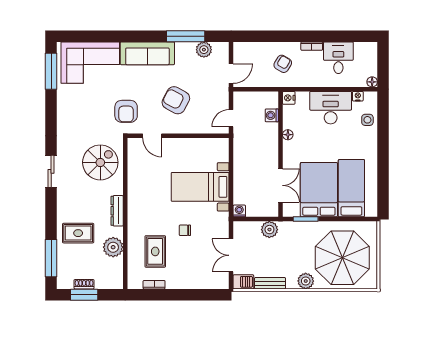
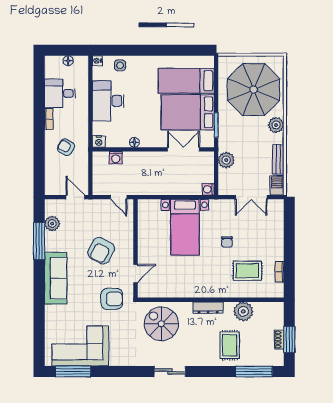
corner sofa: (90, 63) -> (80, 346), moved, turned -90
floor lamp: (372, 82) -> (68, 61), moved
nightstand: (358, 96) -> (97, 61), moved

